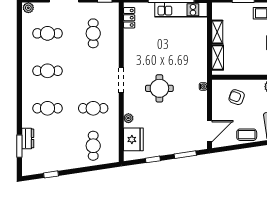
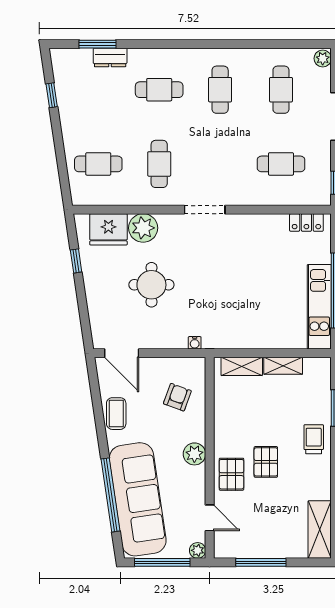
round table: (159, 88) -> (151, 285), moved
cafe table: (47, 108) -> (159, 90), turned 90
plant: (128, 118) -> (143, 228), width x1.87, depth x1.87
window: (185, 155) -> (84, 314), removed

